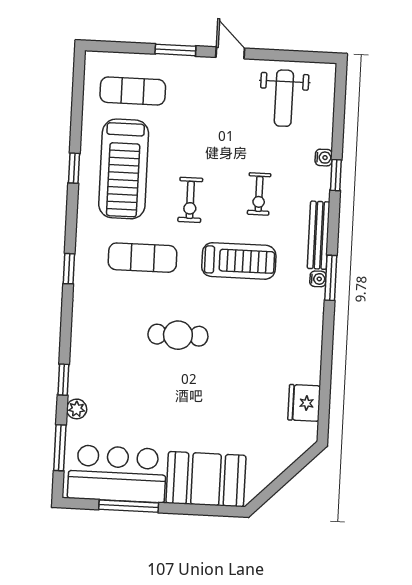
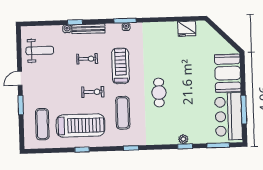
bench: (319, 235) -> (88, 29), moved
plant: (77, 409) -> (183, 139), moved

